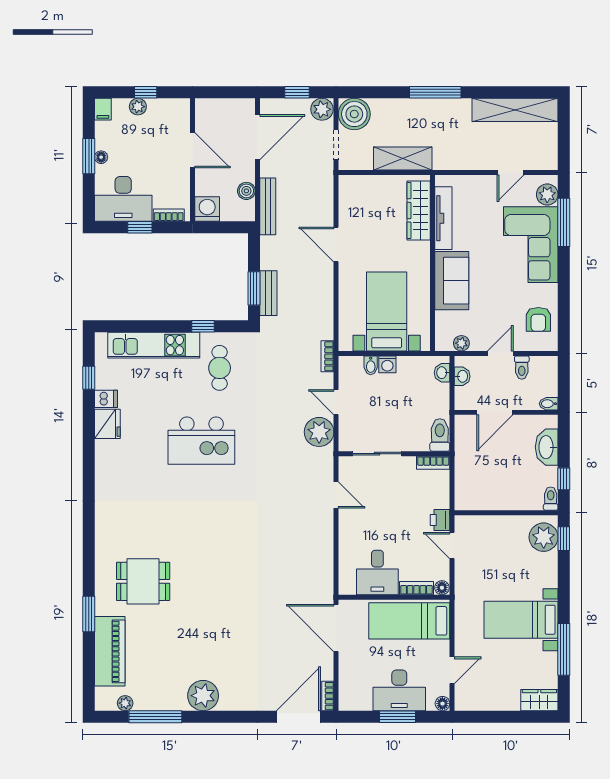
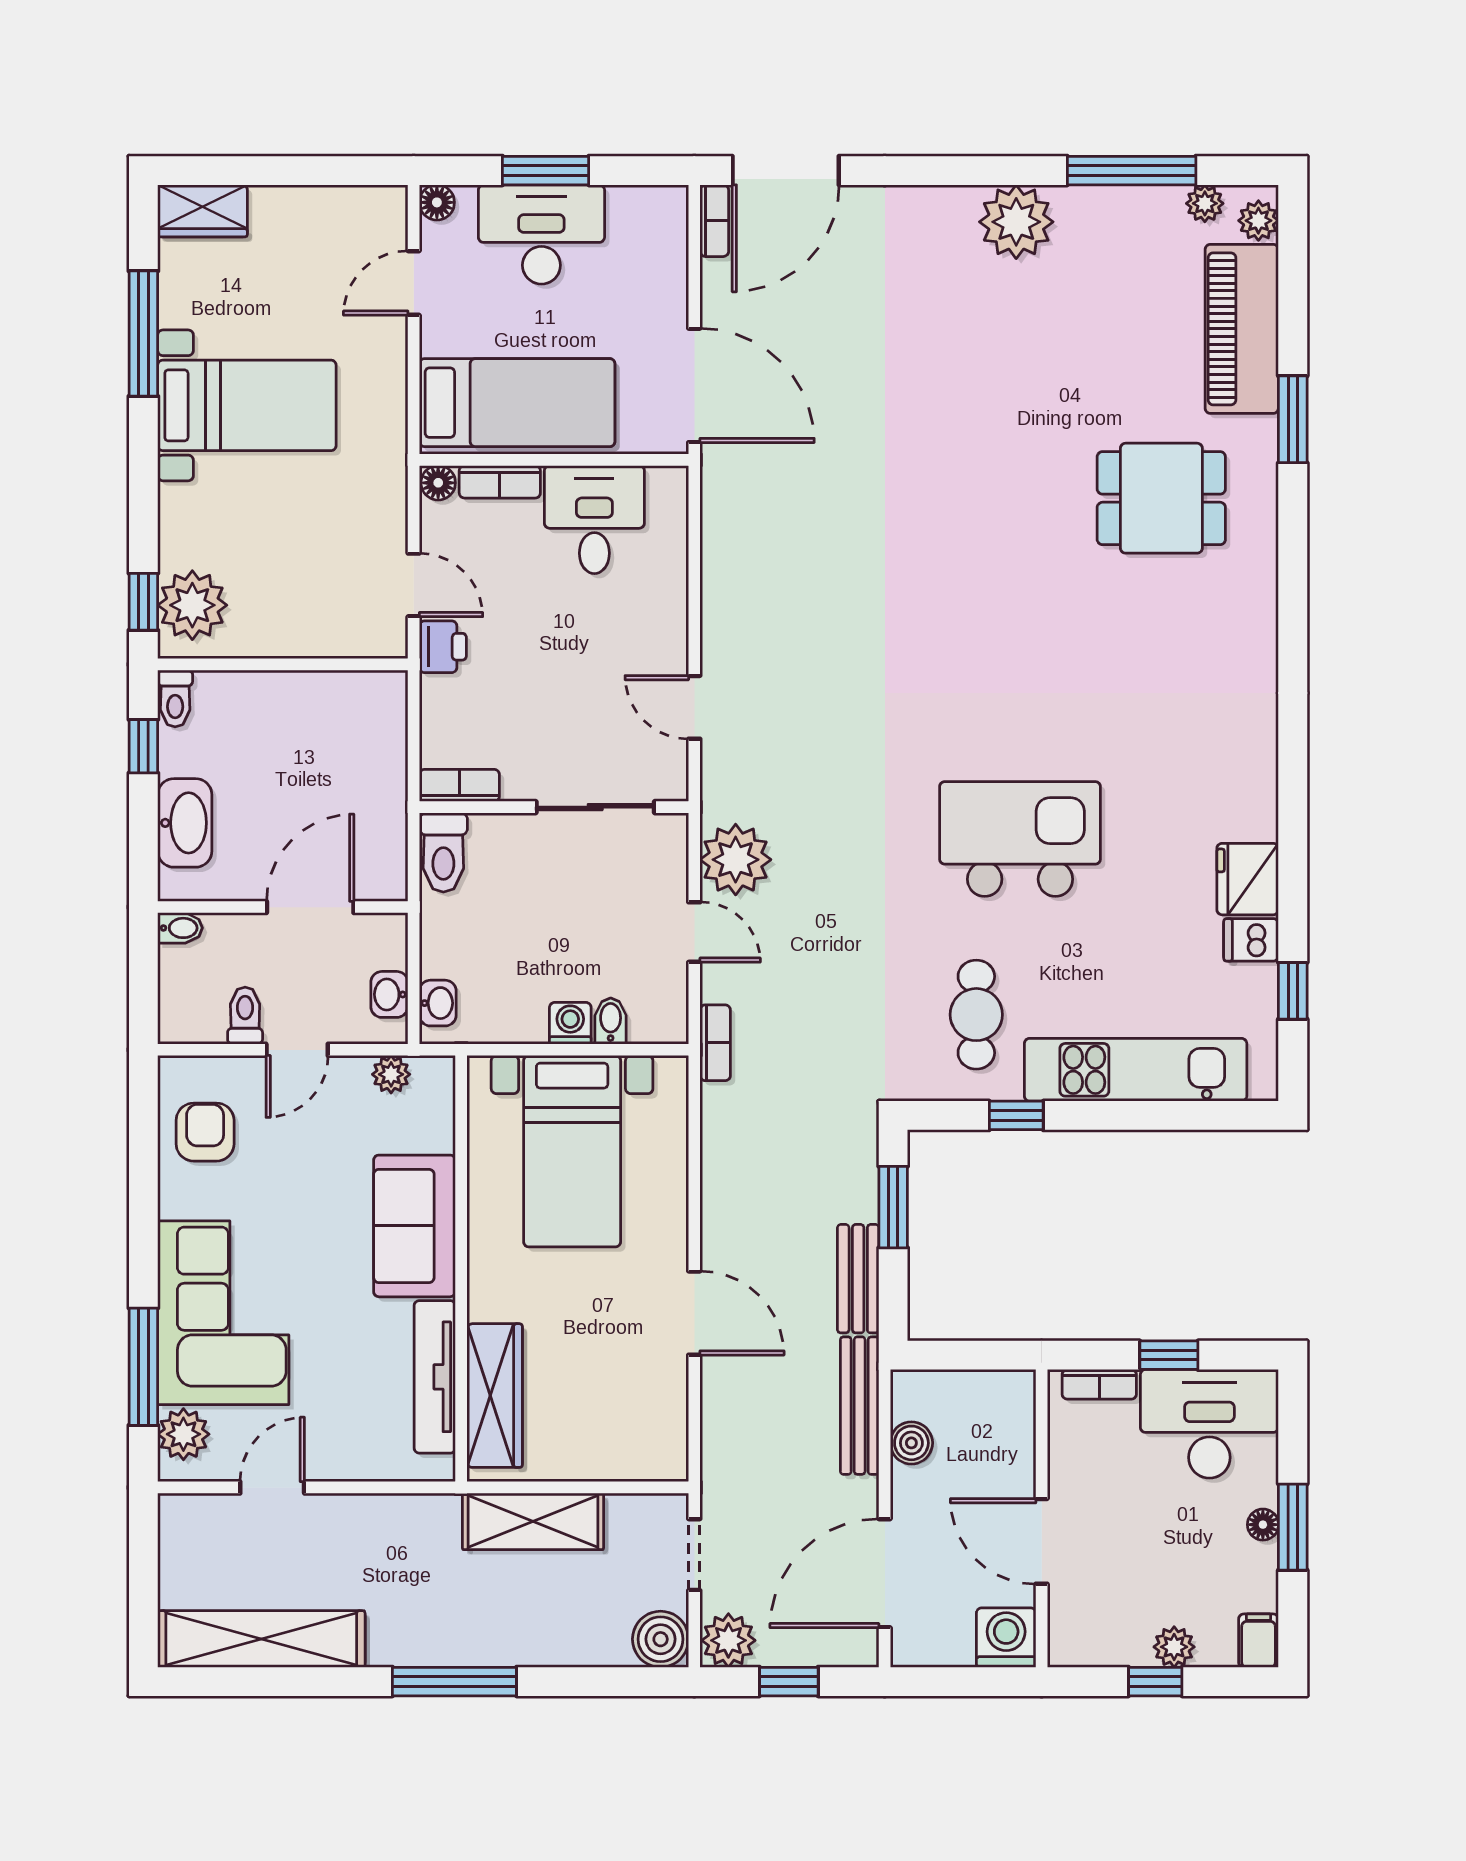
boiler: (354, 114) -> (661, 1639), width x0.73, depth x0.73
washing machine: (207, 209) -> (1006, 1638), moved, turned 180
bench: (268, 293) -> (858, 1279), moved
plant: (103, 696) -> (1258, 221), added

